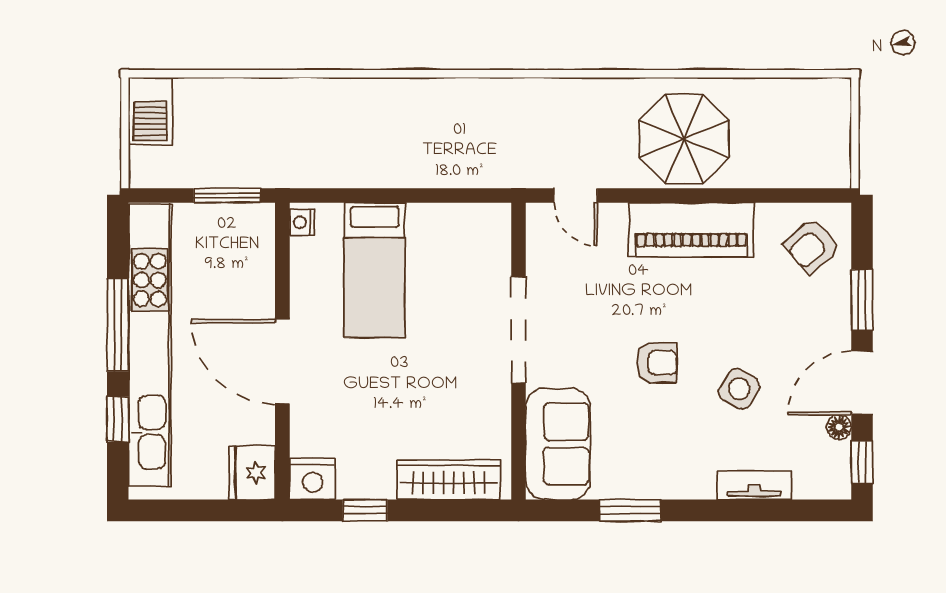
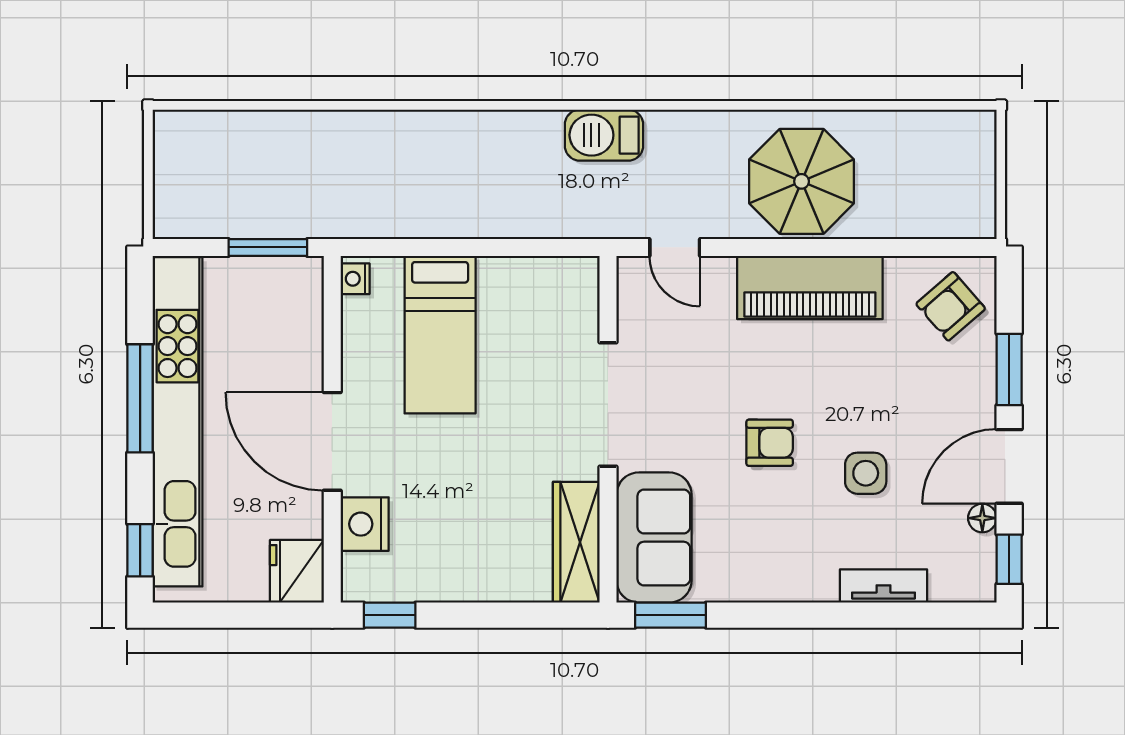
barbecue: (150, 111) -> (604, 135), moved, turned 90
side table: (739, 389) -> (866, 473), turned -30
window: (118, 419) -> (140, 550), moved
nightstand: (312, 479) -> (365, 524), moved, turned 90
wardrobe: (449, 480) -> (576, 542), moved, turned -90
window: (365, 510) -> (390, 615), moved
window: (630, 510) -> (671, 615), moved

